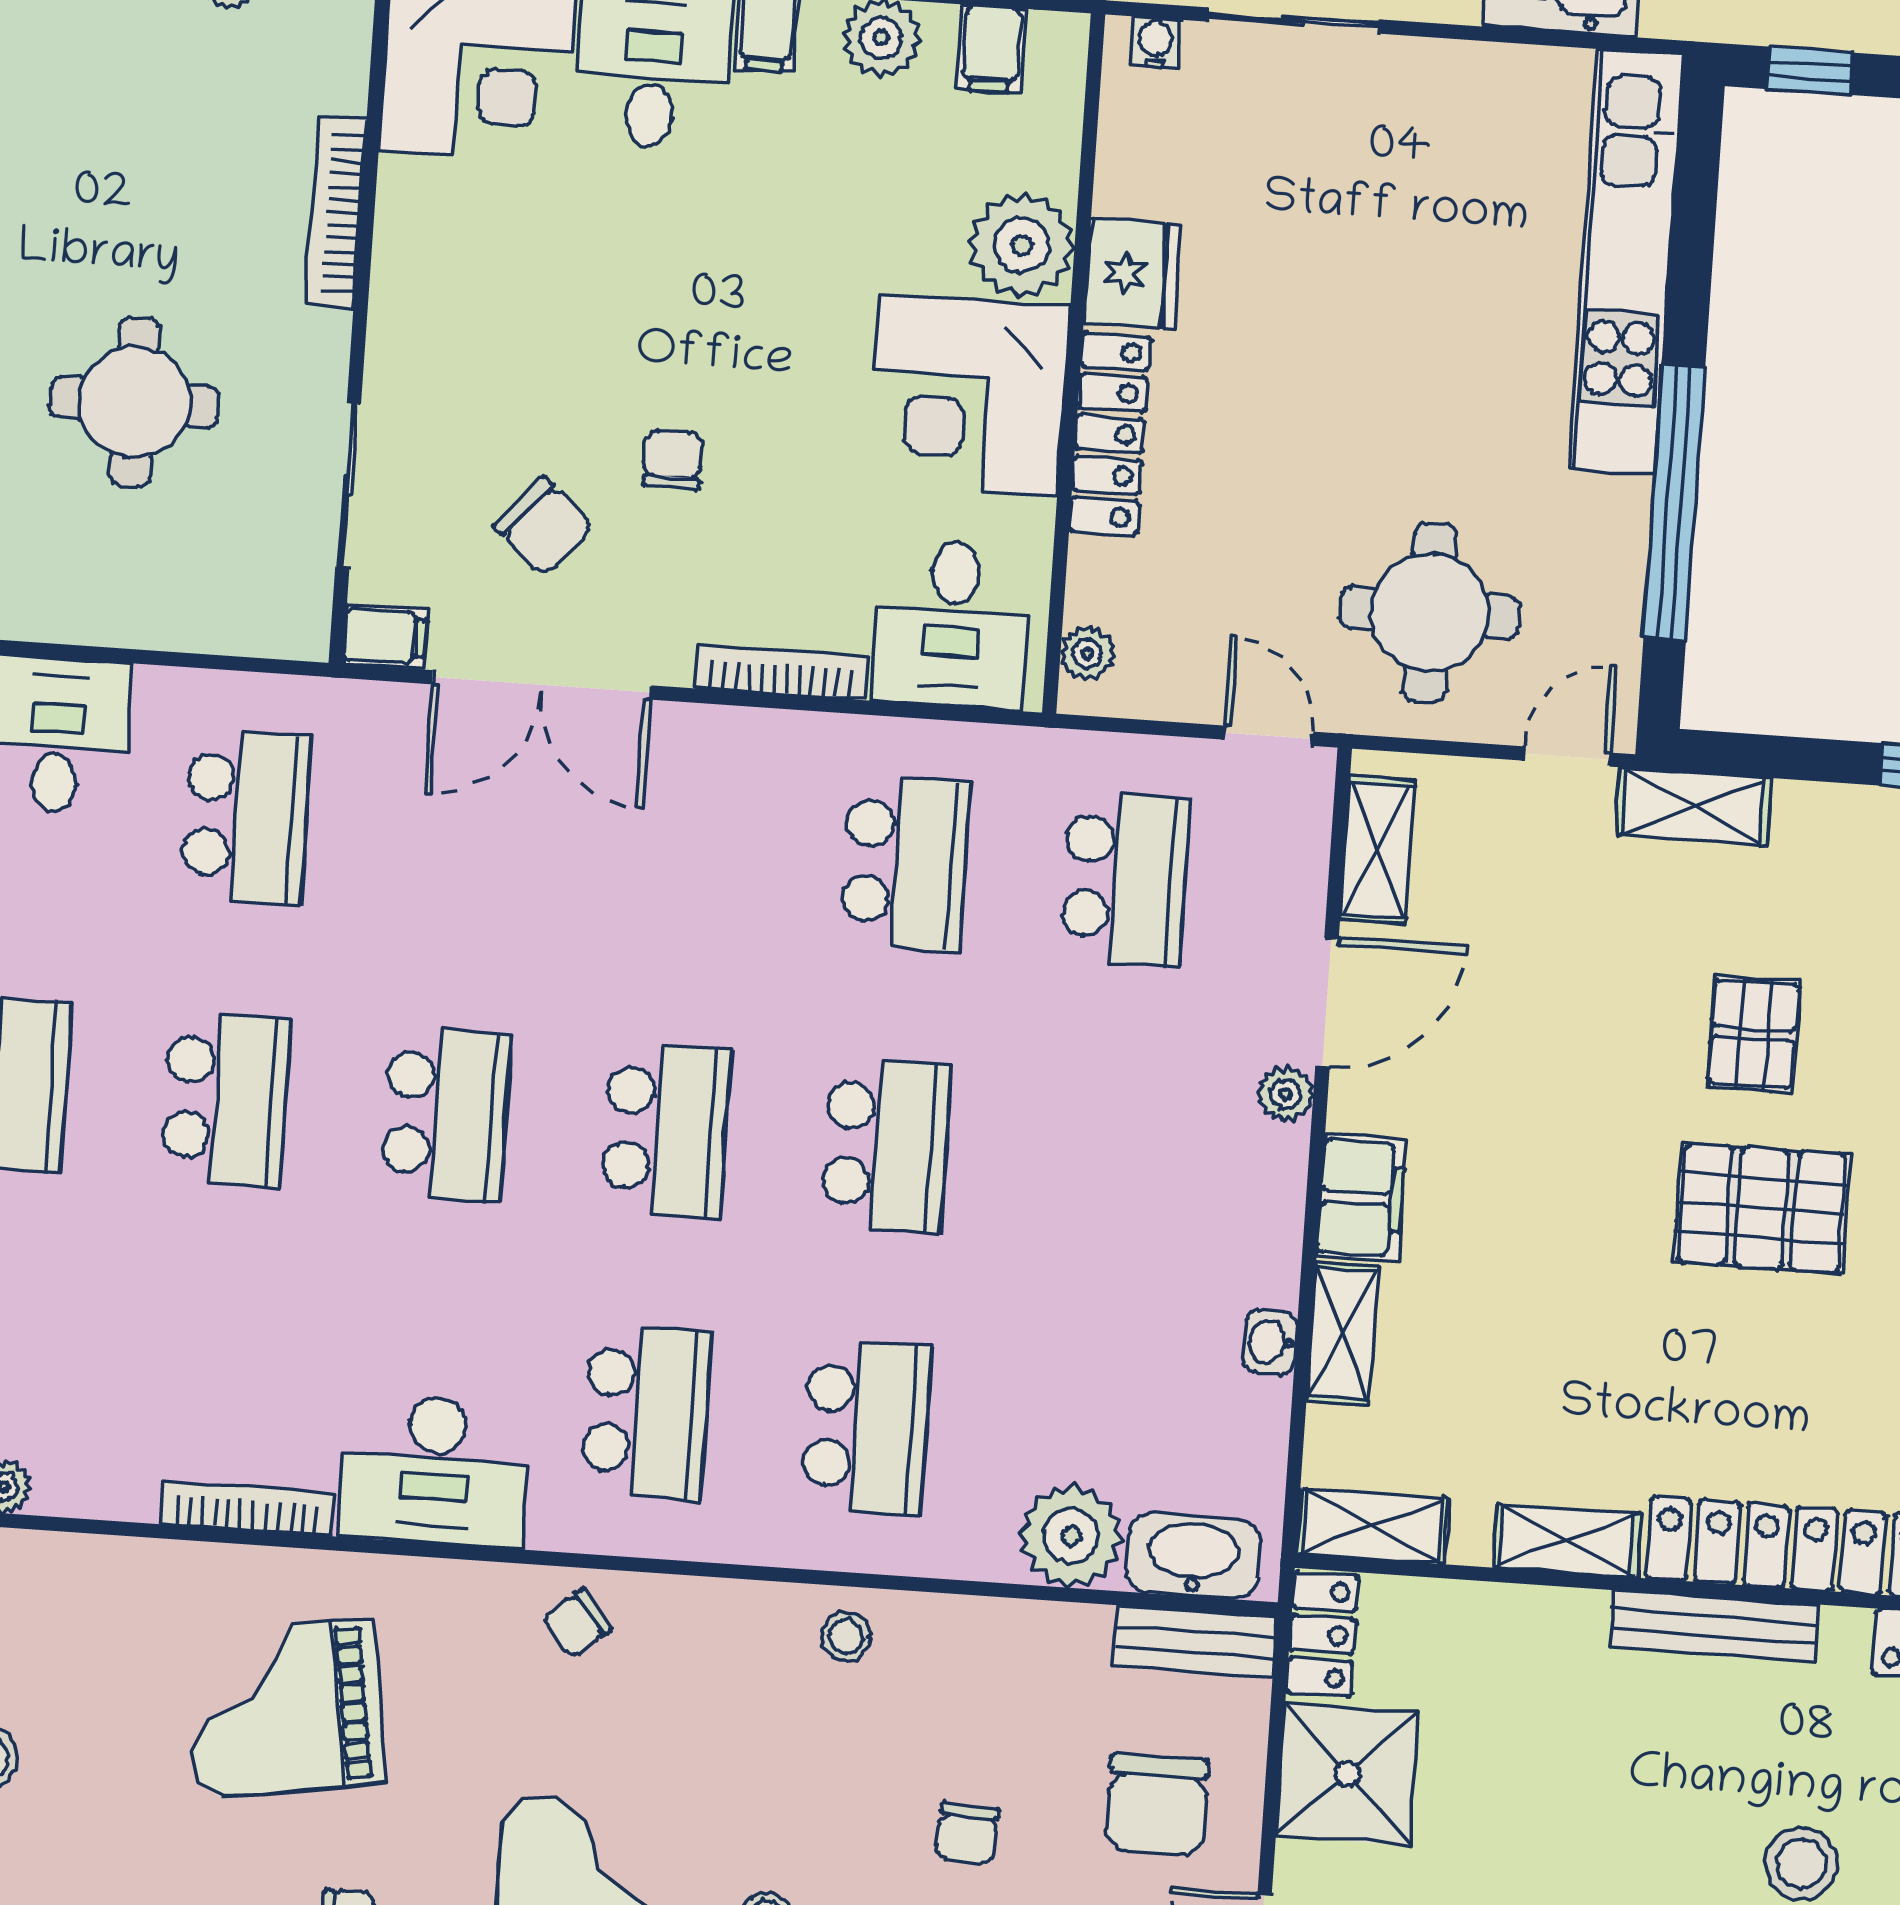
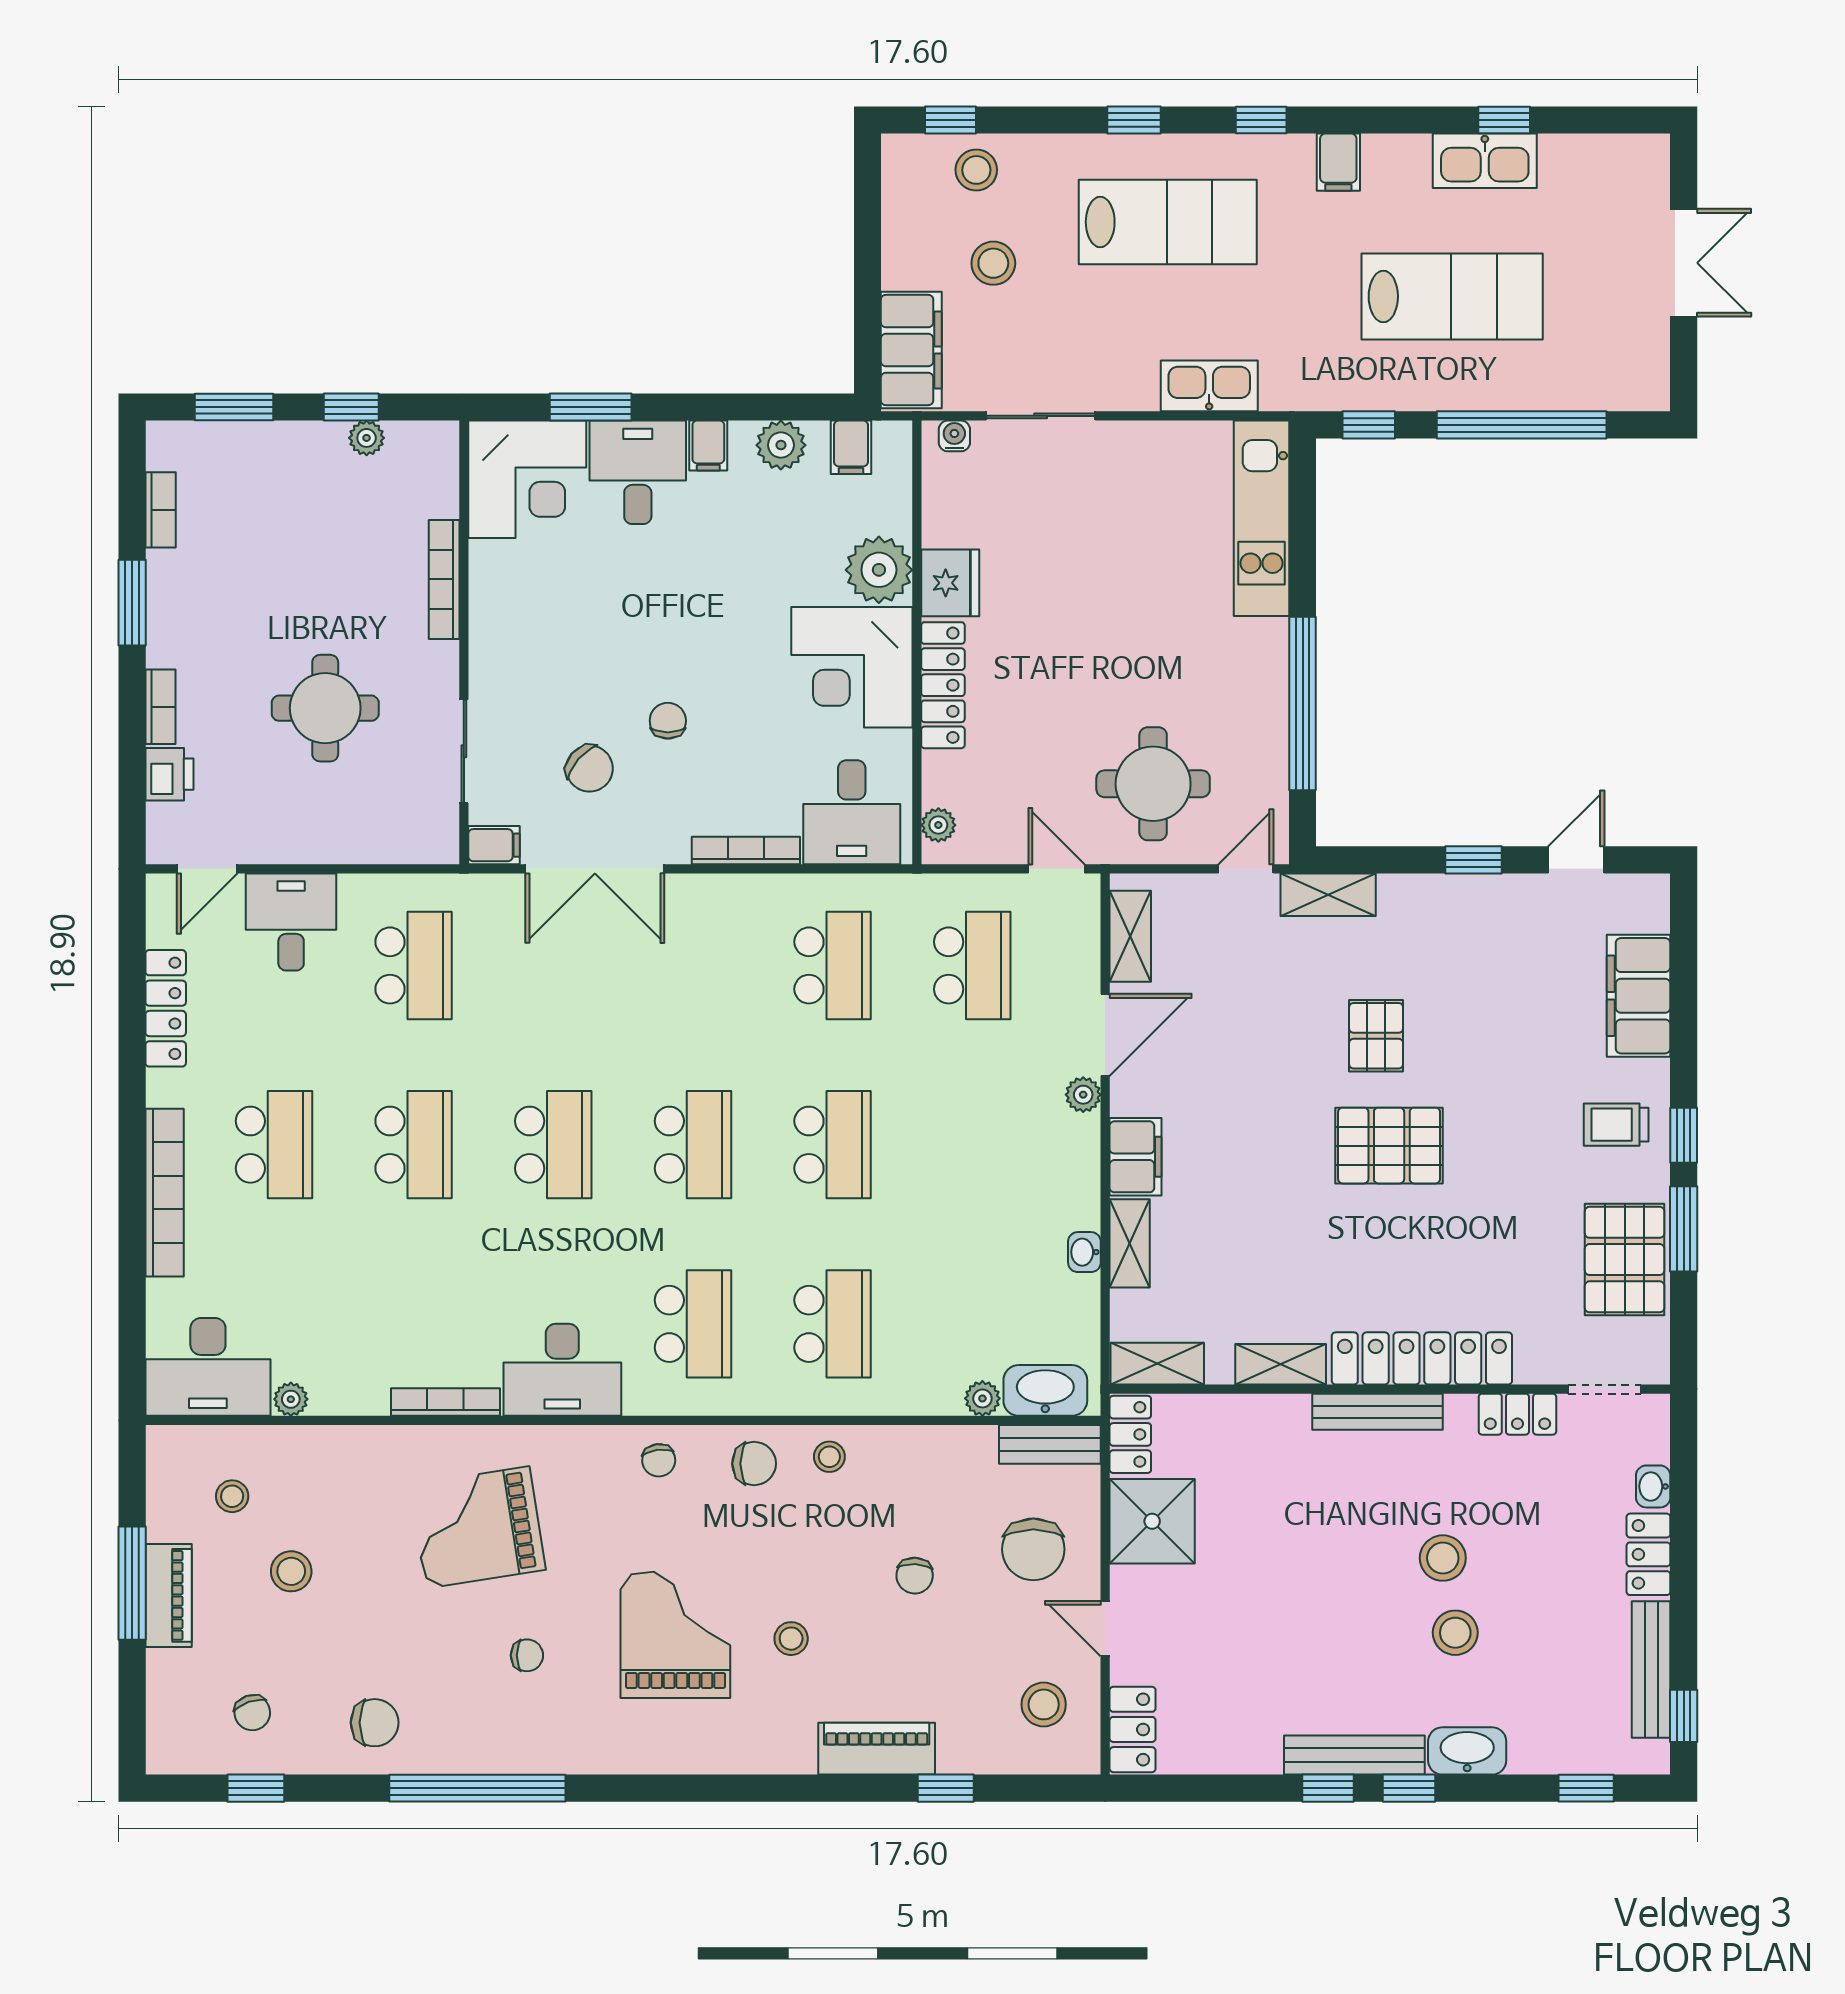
kitchen unit: (1626, 262) -> (1262, 518), width x0.73
plant: (1071, 1536) -> (982, 1398), width x0.53, depth x0.53
chair: (577, 1623) -> (659, 1460), turned -58
chair: (727, 1639) -> (754, 1464), added

